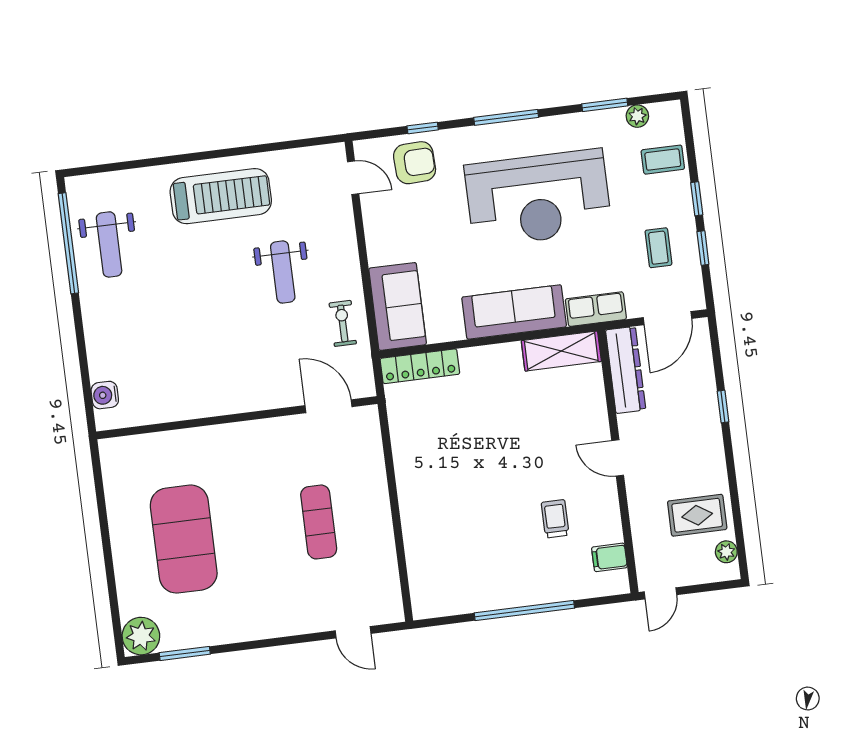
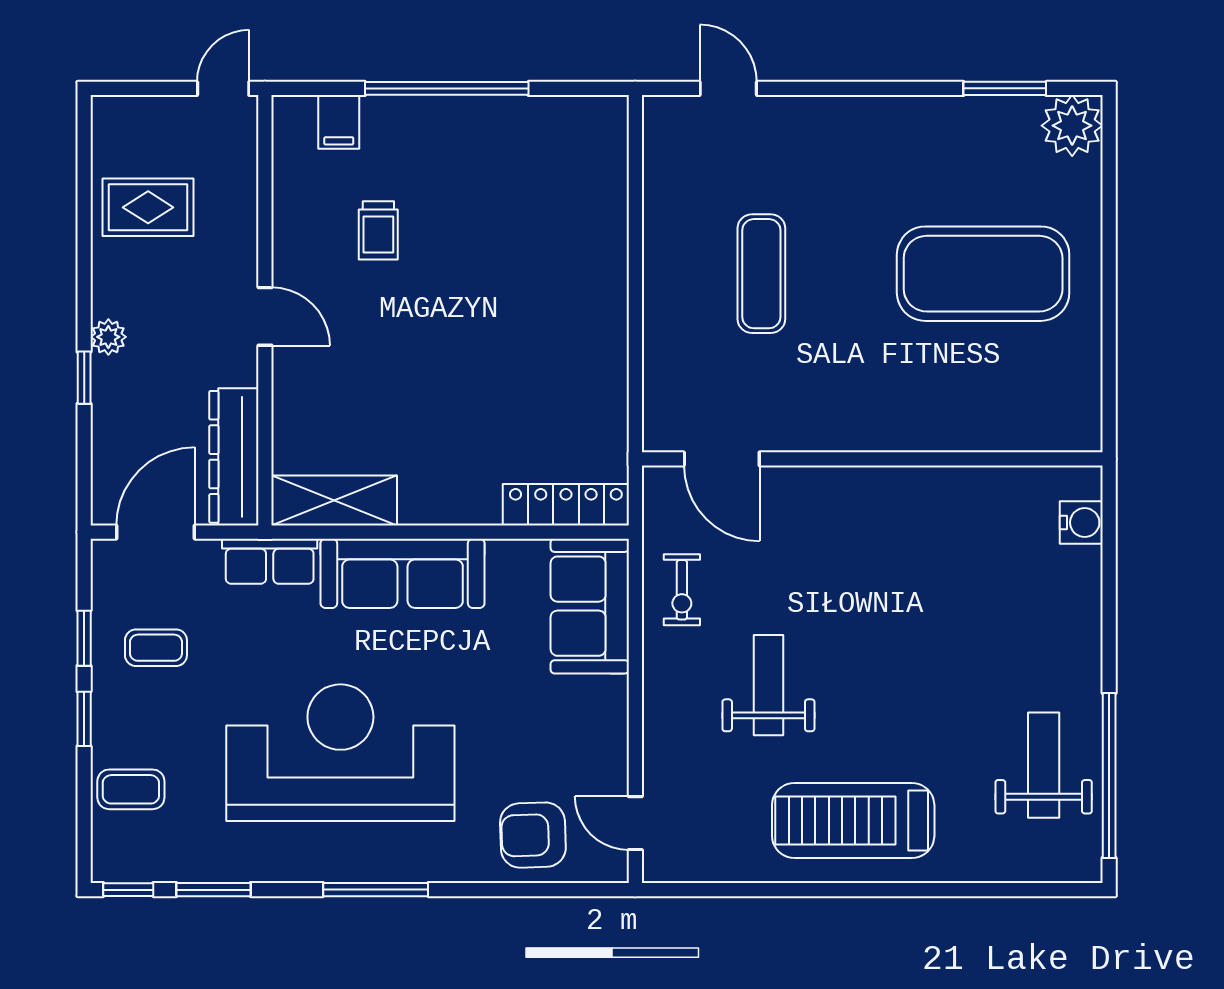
plant: (637, 116) -> (163, 865), removed
window: (423, 128) -> (128, 890), moved
coffee table: (658, 248) -> (156, 648), turned 90
exercise mat: (184, 539) -> (983, 274), turned 90
plant: (726, 552) -> (108, 337), moved
filing cabinet: (609, 557) -> (339, 122), moved, turned 90

